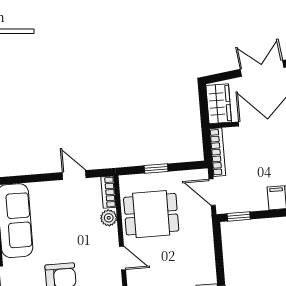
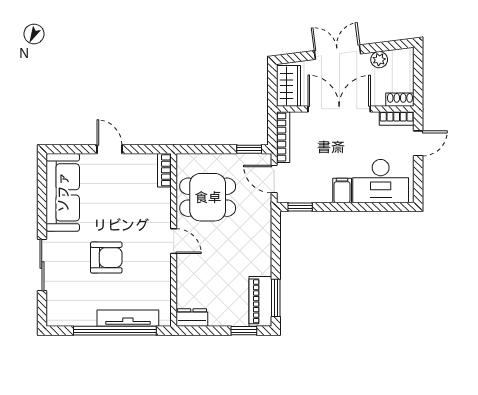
window: (156, 168) -> (249, 149), moved
door: (74, 175) -> (109, 149), moved
plant: (109, 218) -> (162, 197), removed

